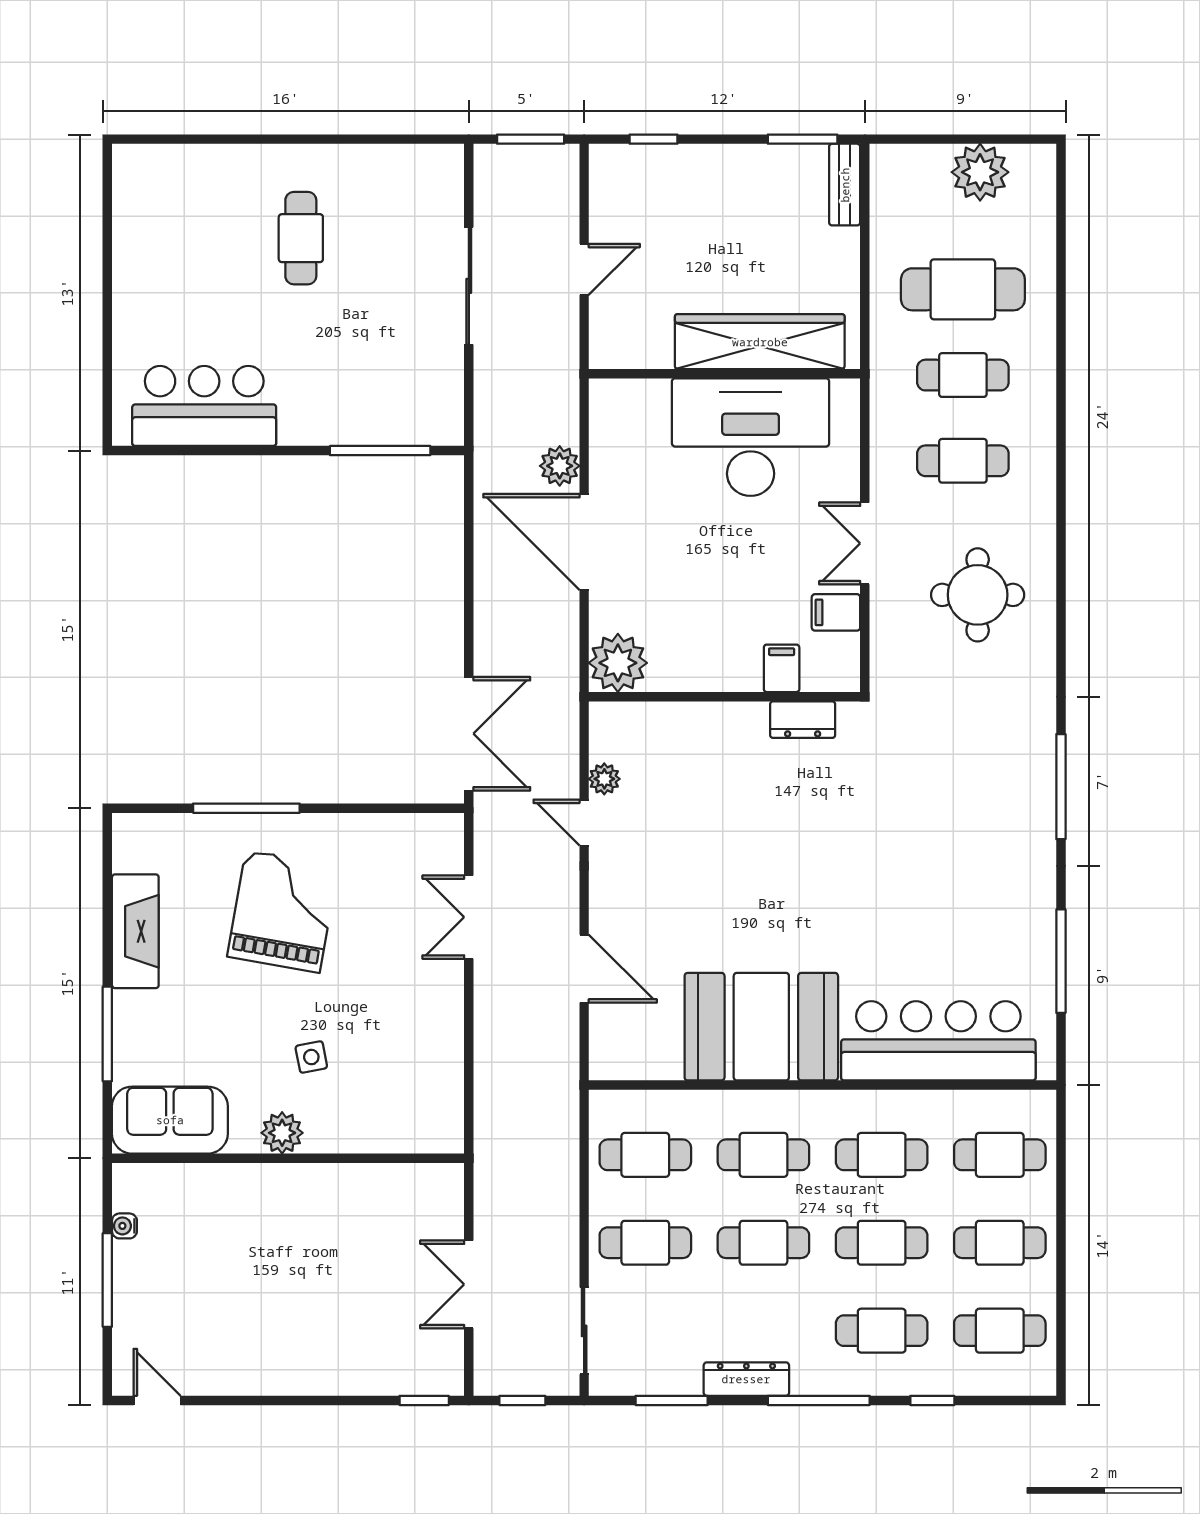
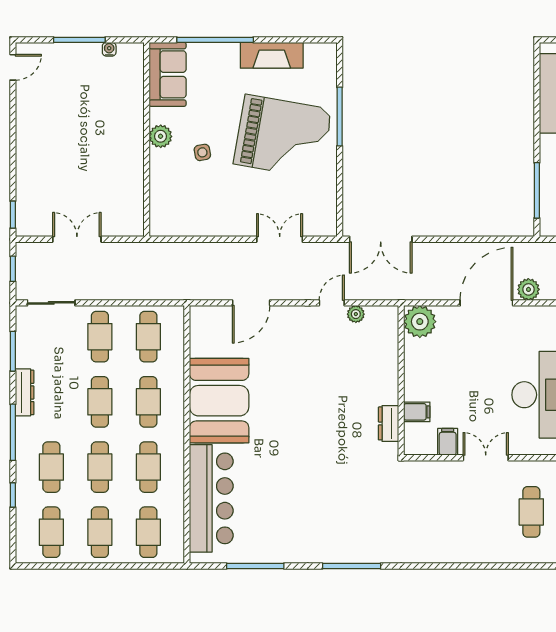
round table: (978, 595) -> (457, 520), removed
grand piano: (283, 911) -> (283, 137), width x1.37, depth x1.48
window: (107, 1034) -> (215, 40), width x1.46

